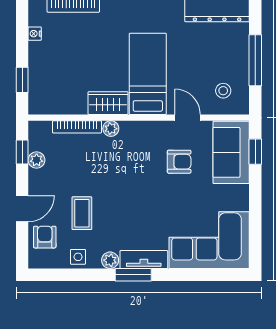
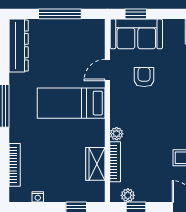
stool: (223, 91) -> (85, 40), removed
wardrobe: (108, 103) -> (95, 164), moved
plant: (37, 160) -> (128, 195), moved

